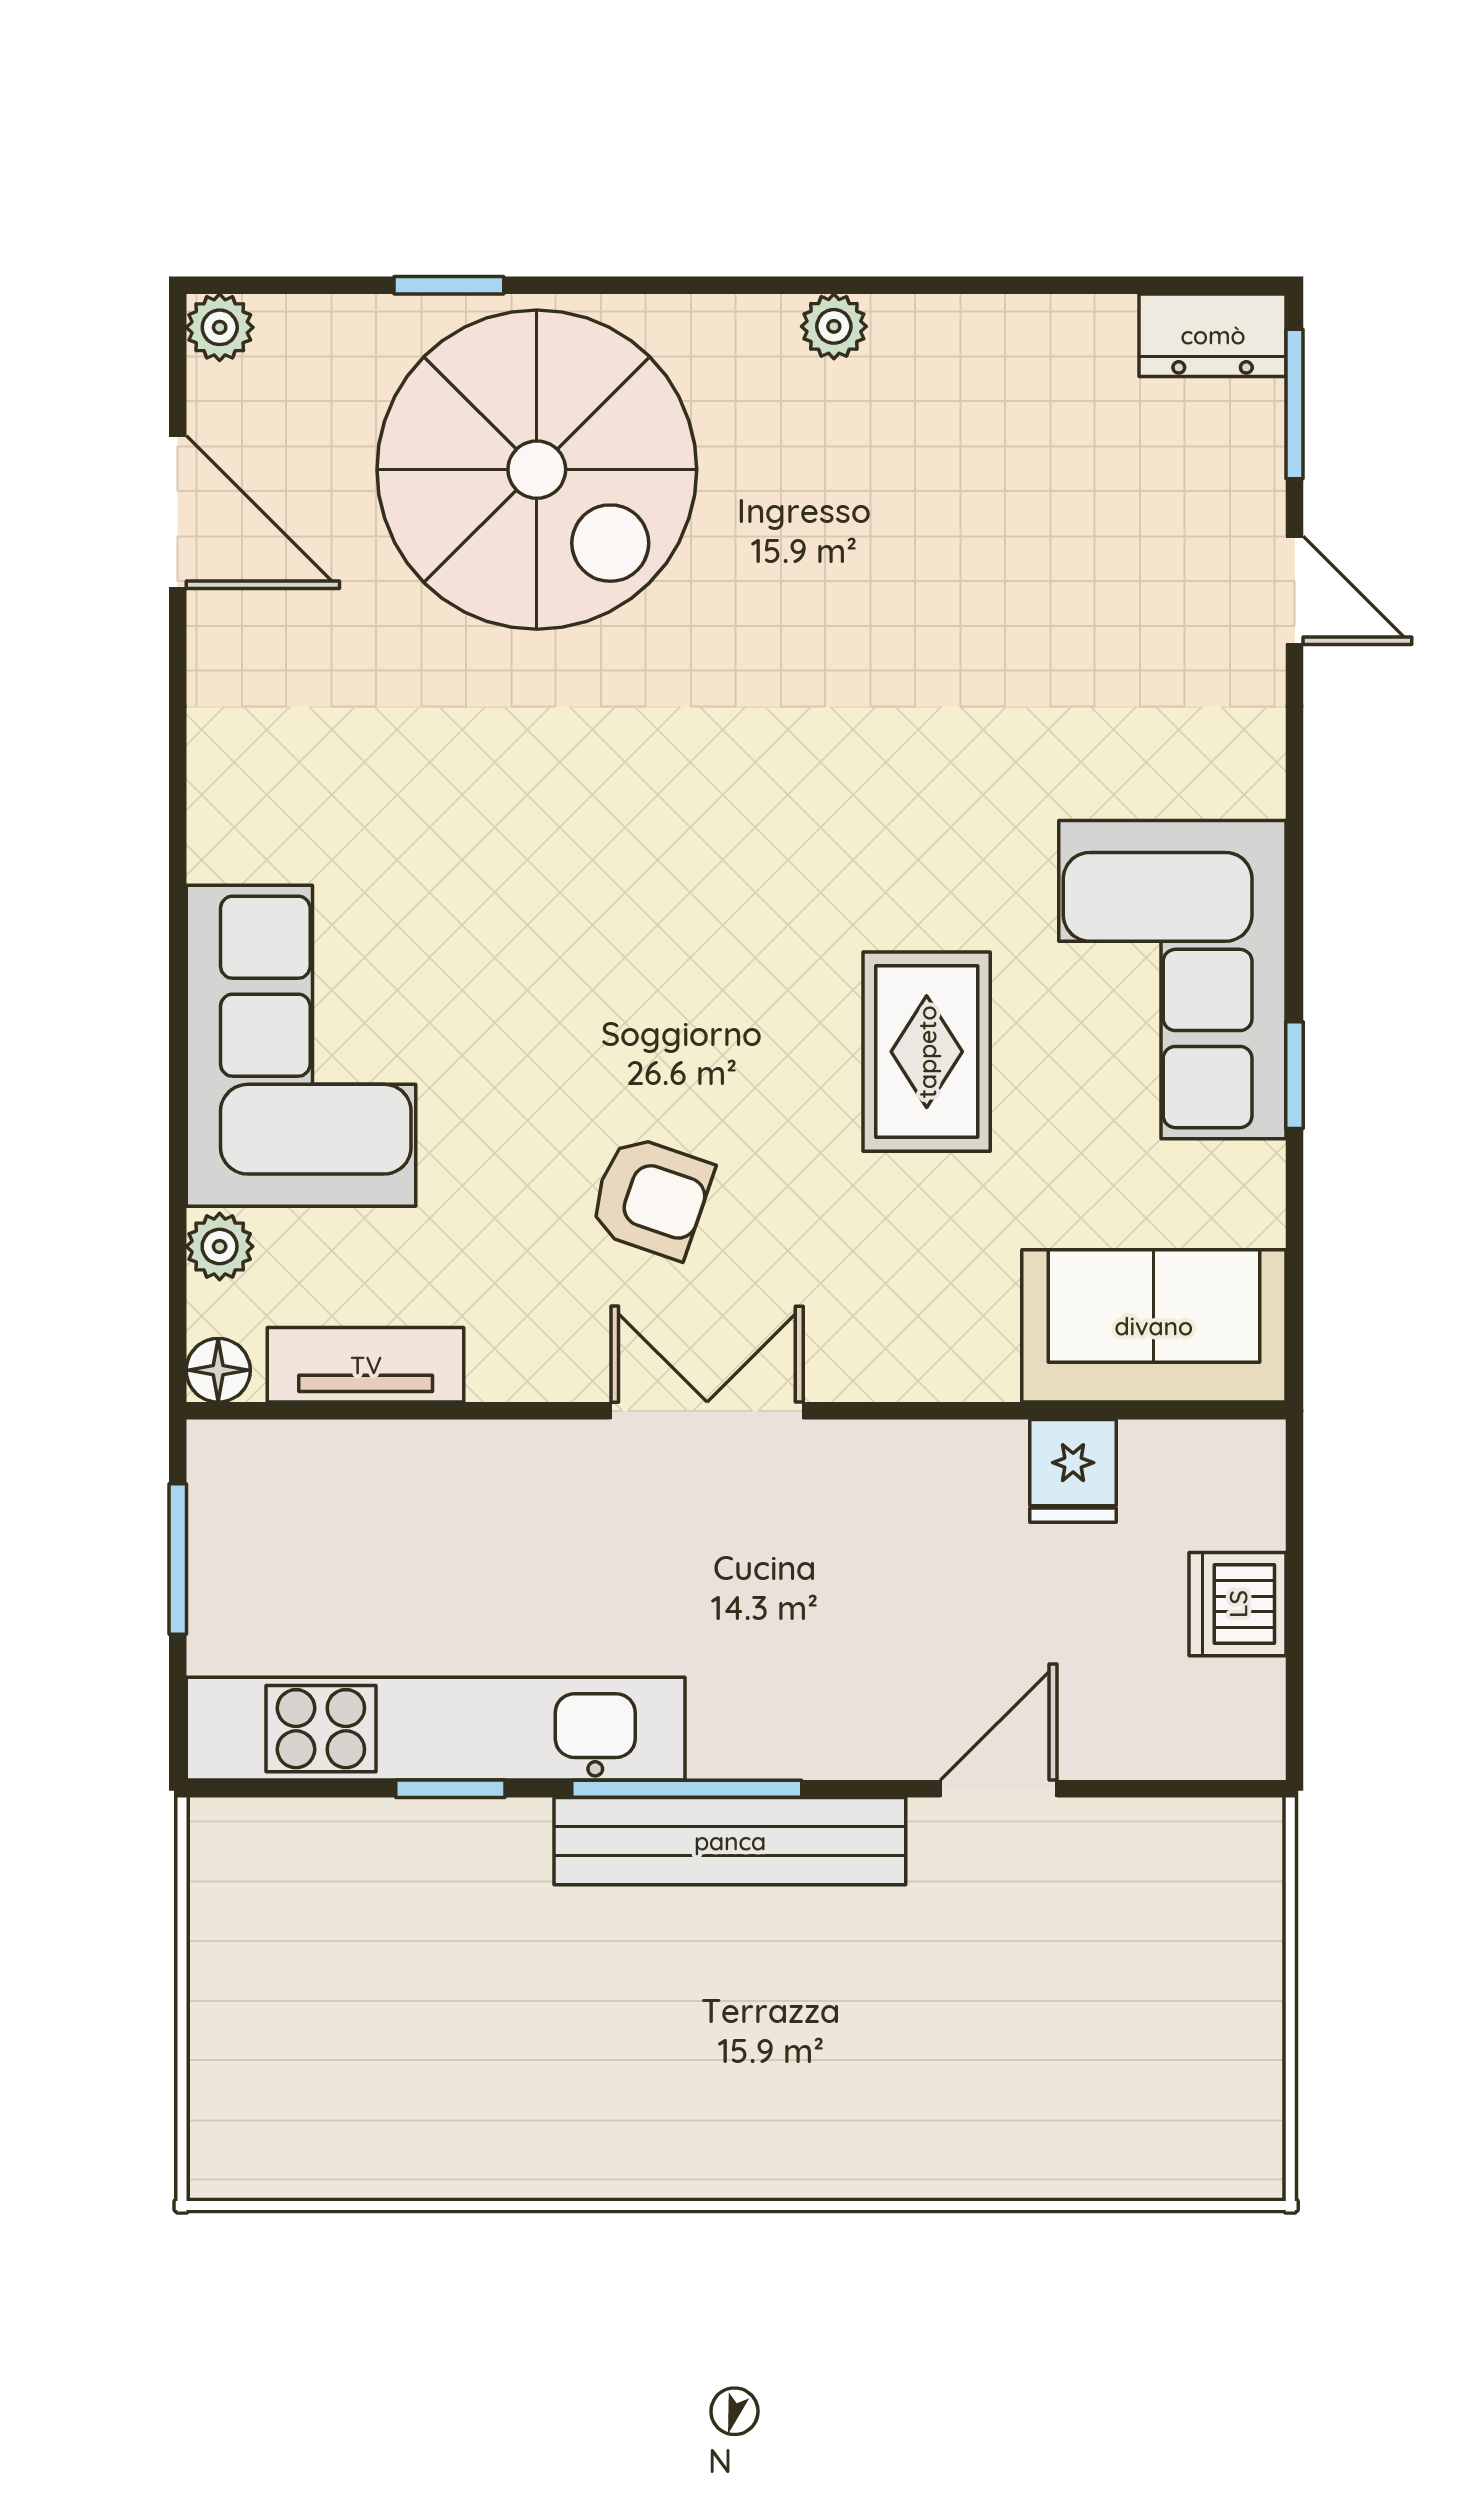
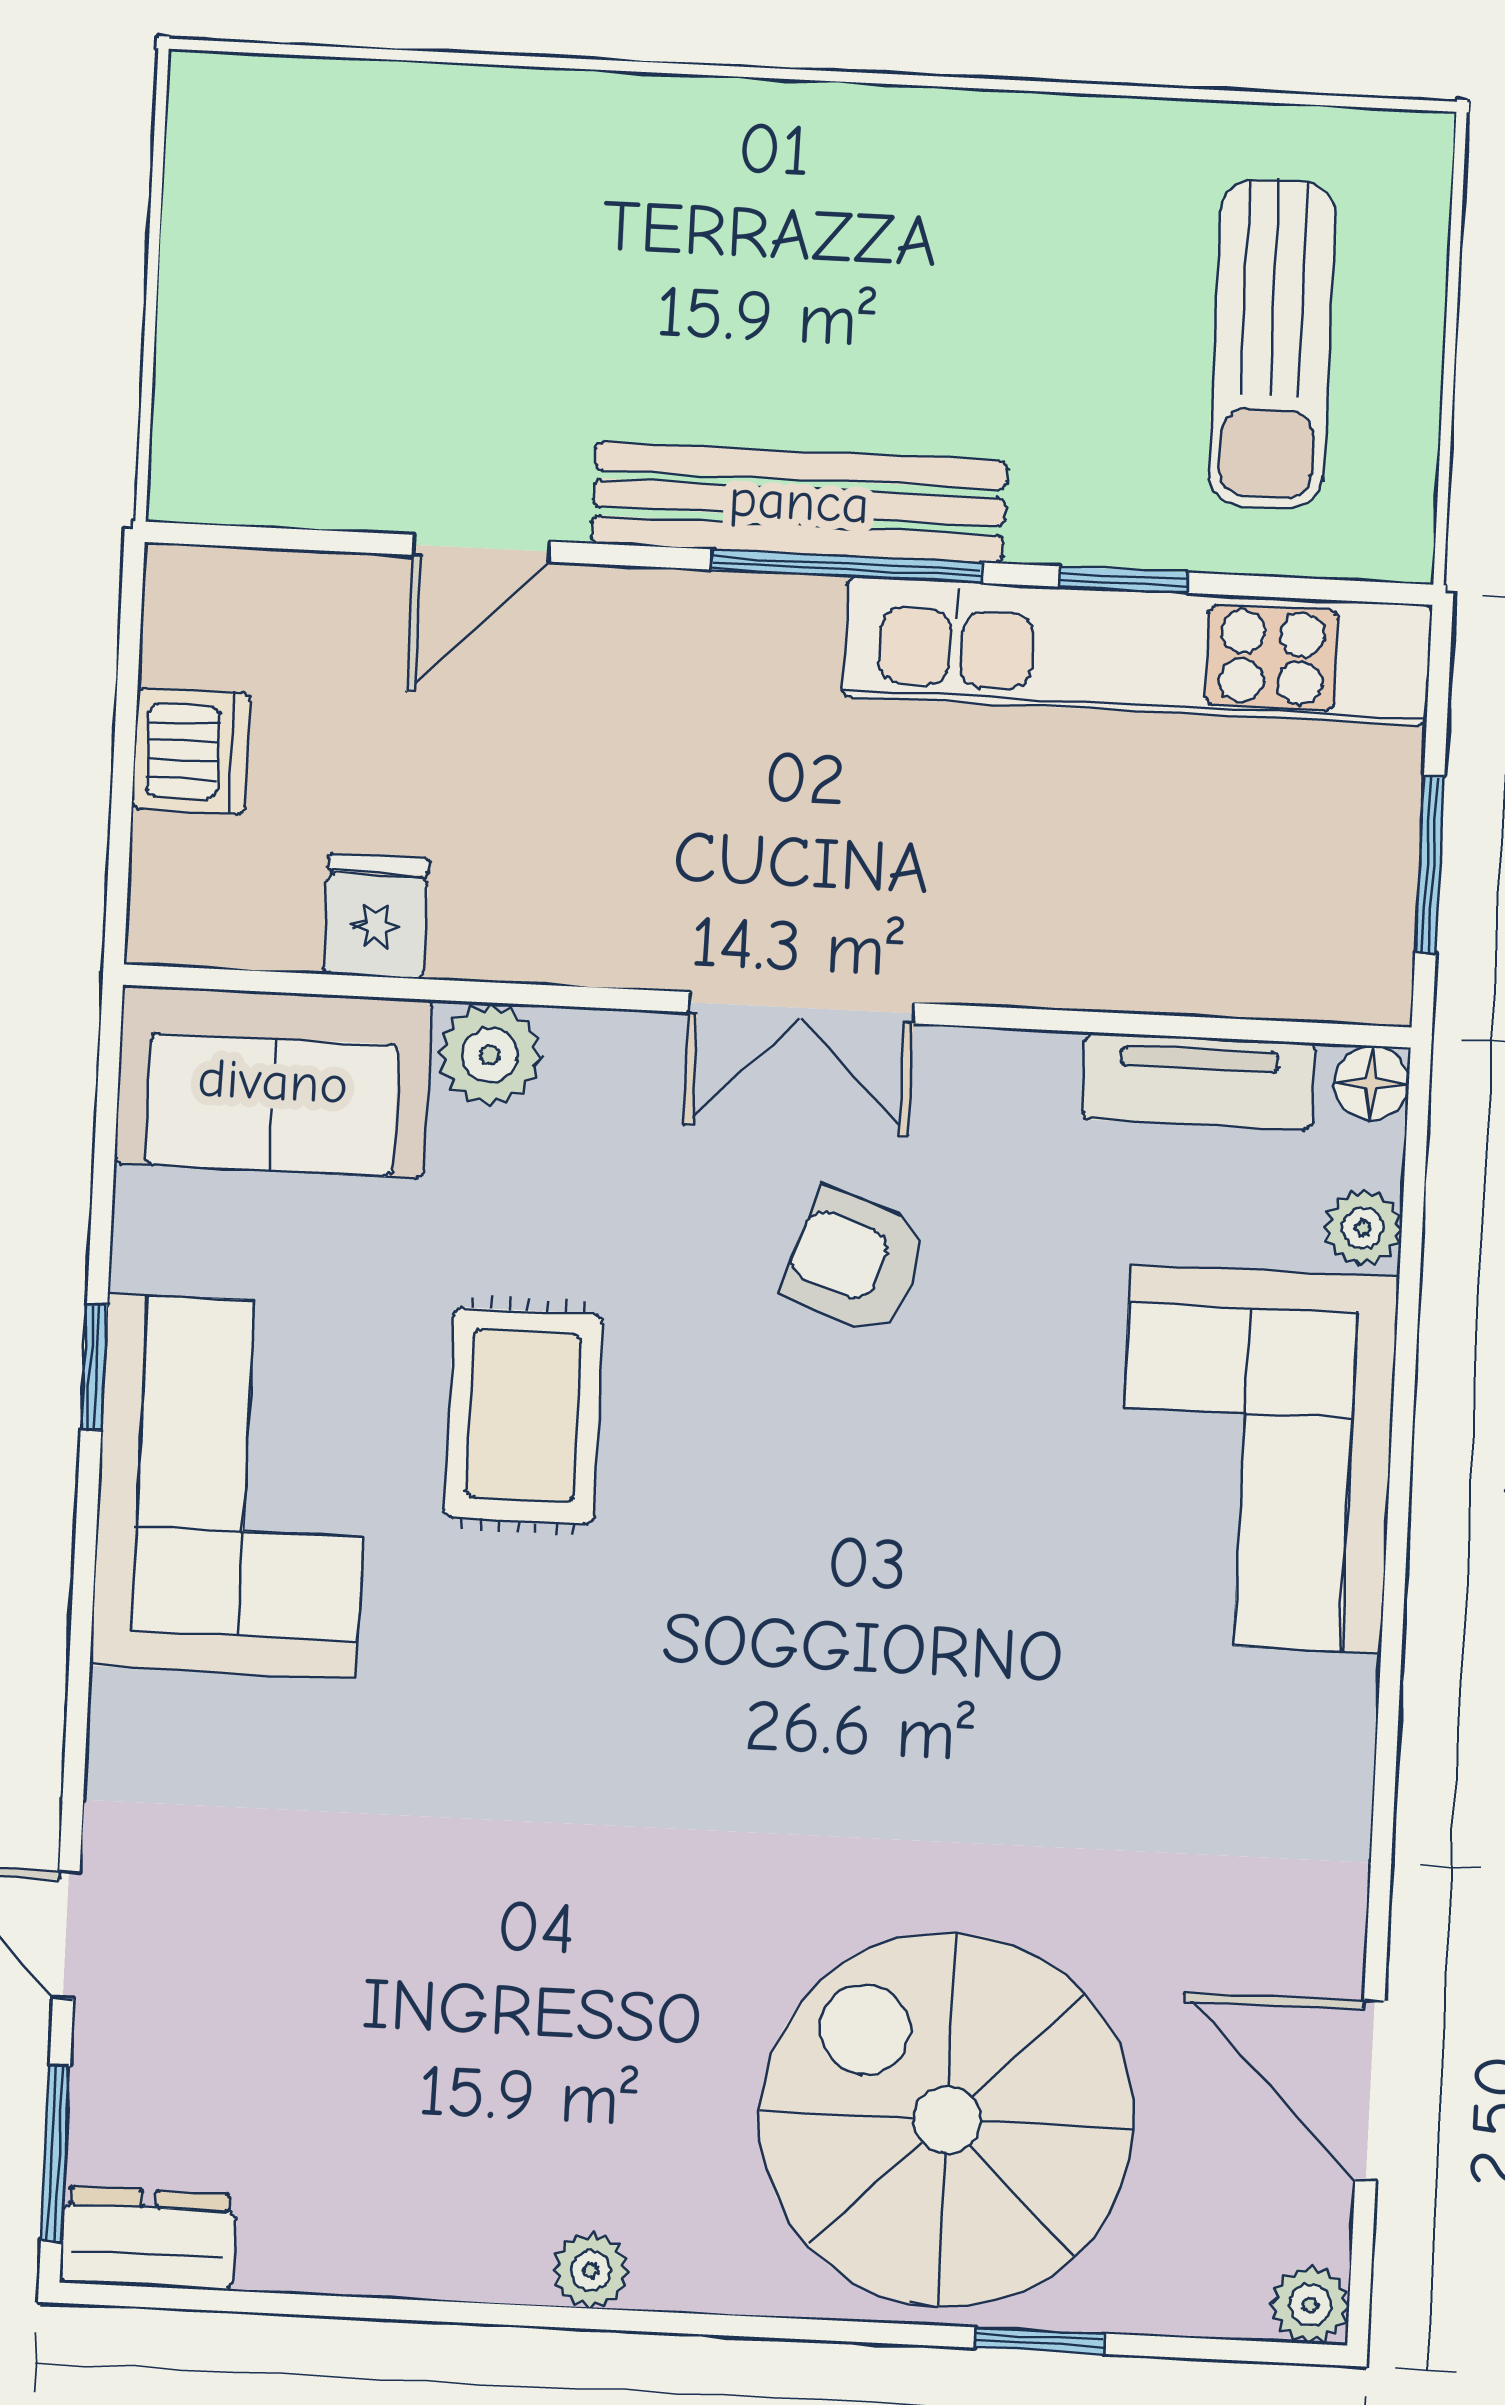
plant: (970, 1358) -> (490, 1055), added
sun lounger: (334, 1996) -> (1272, 344), added

